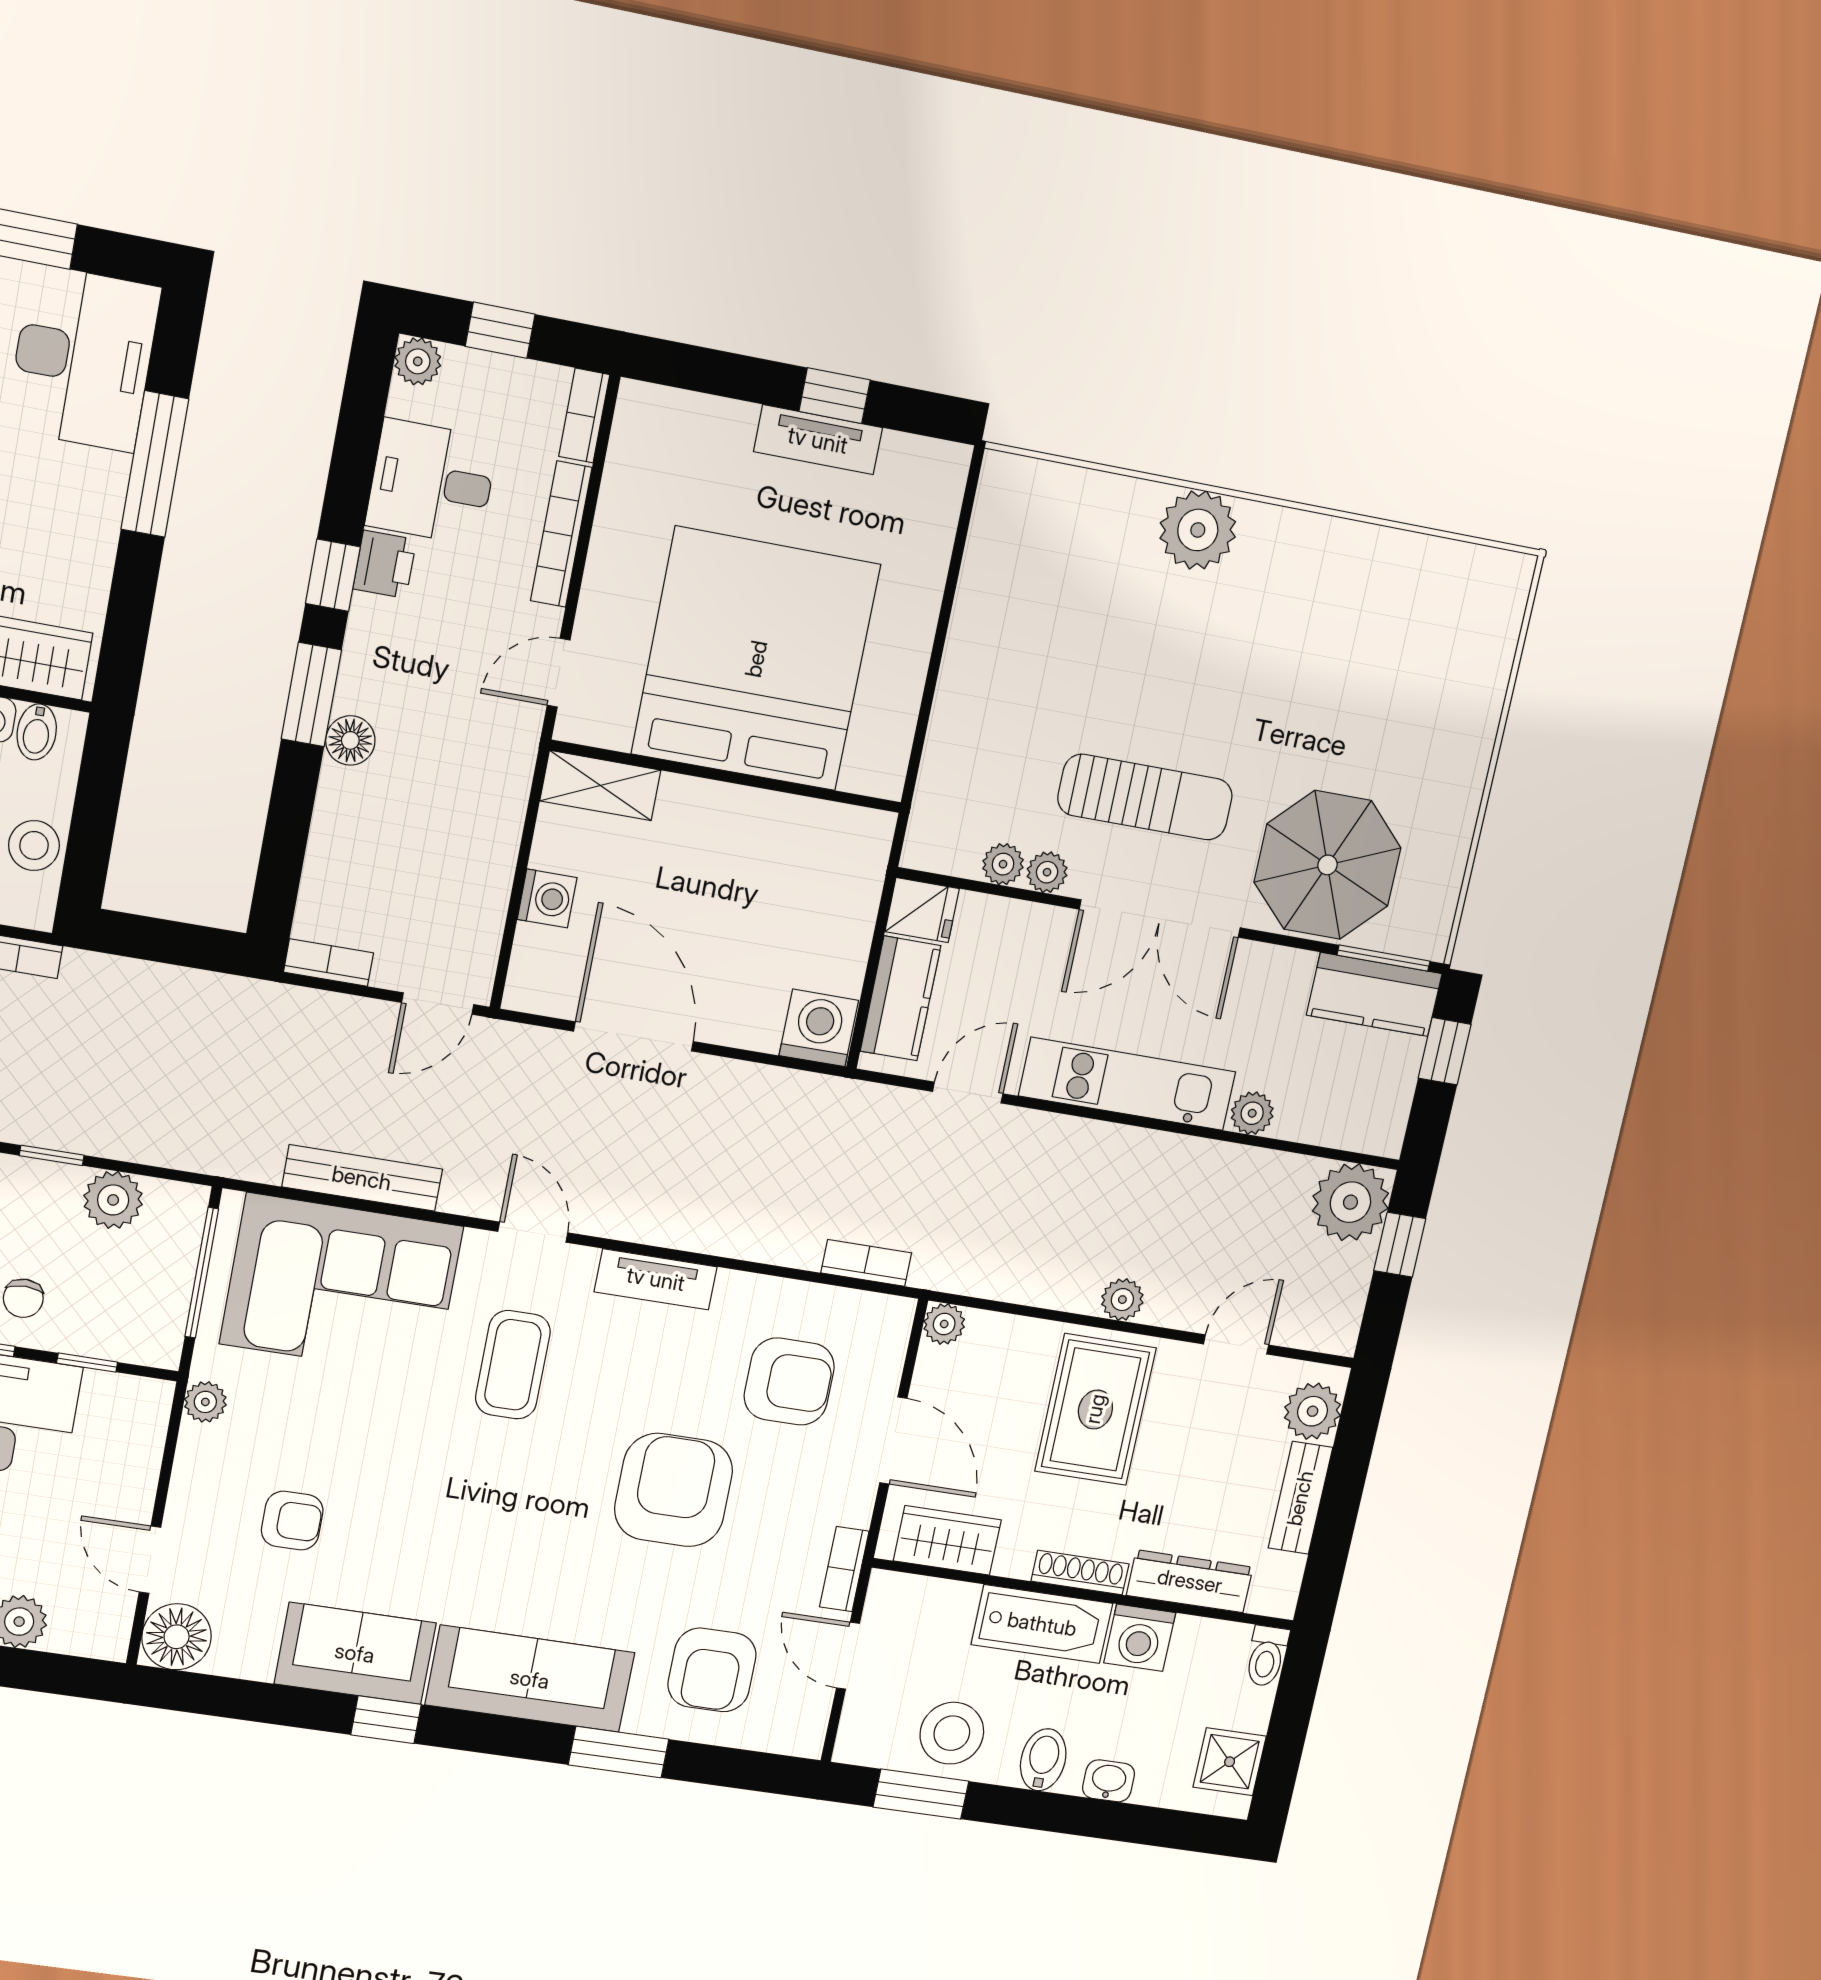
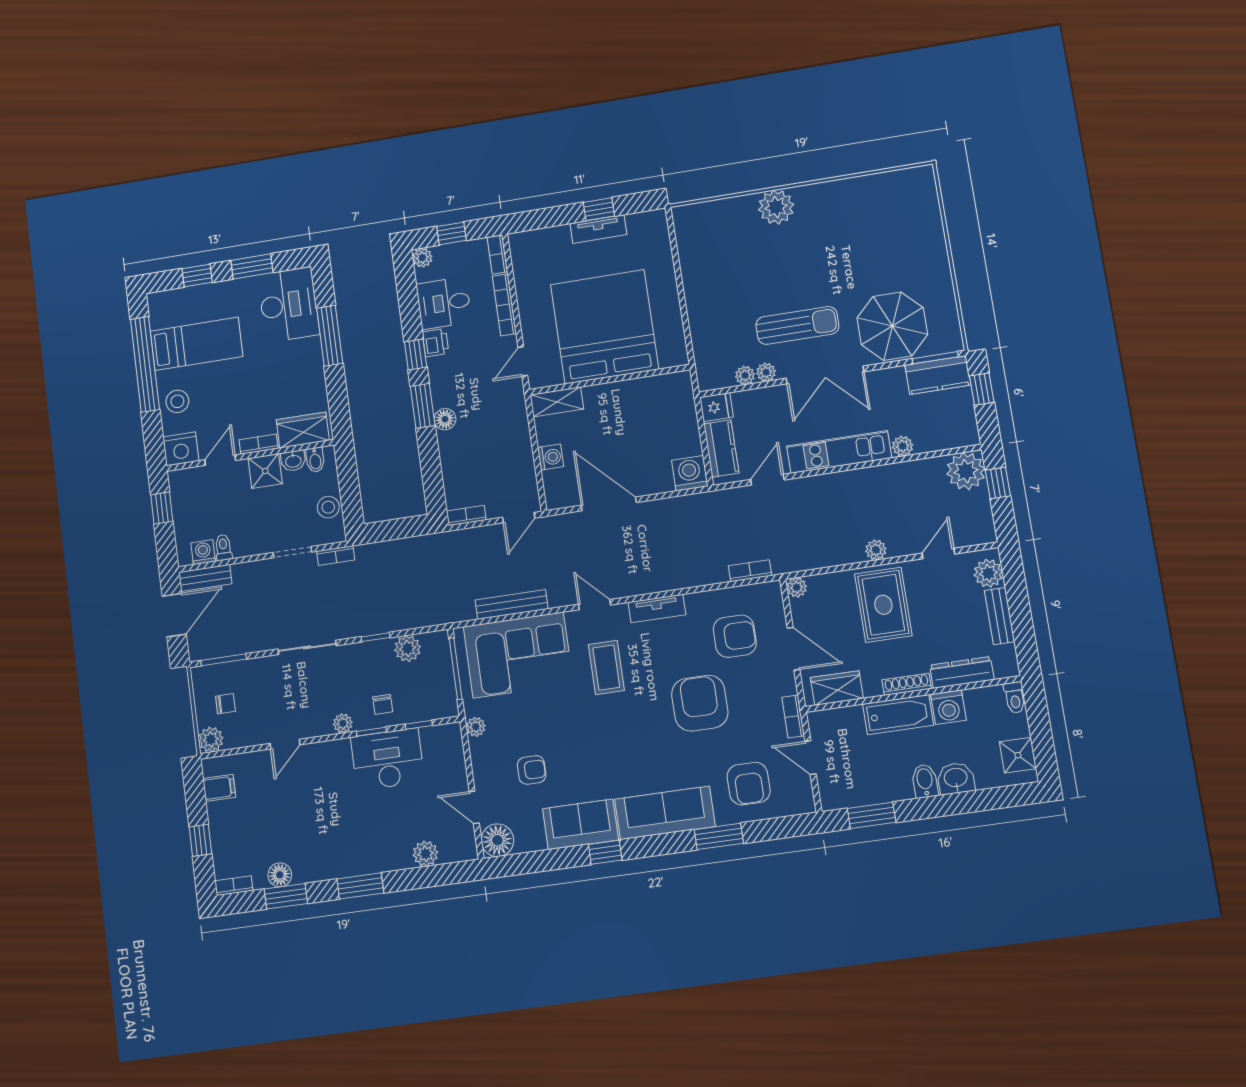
stool: (952, 1733) -> (875, 781), removed
washbasin: (1109, 1781) -> (956, 778), width x1.38, depth x1.45

